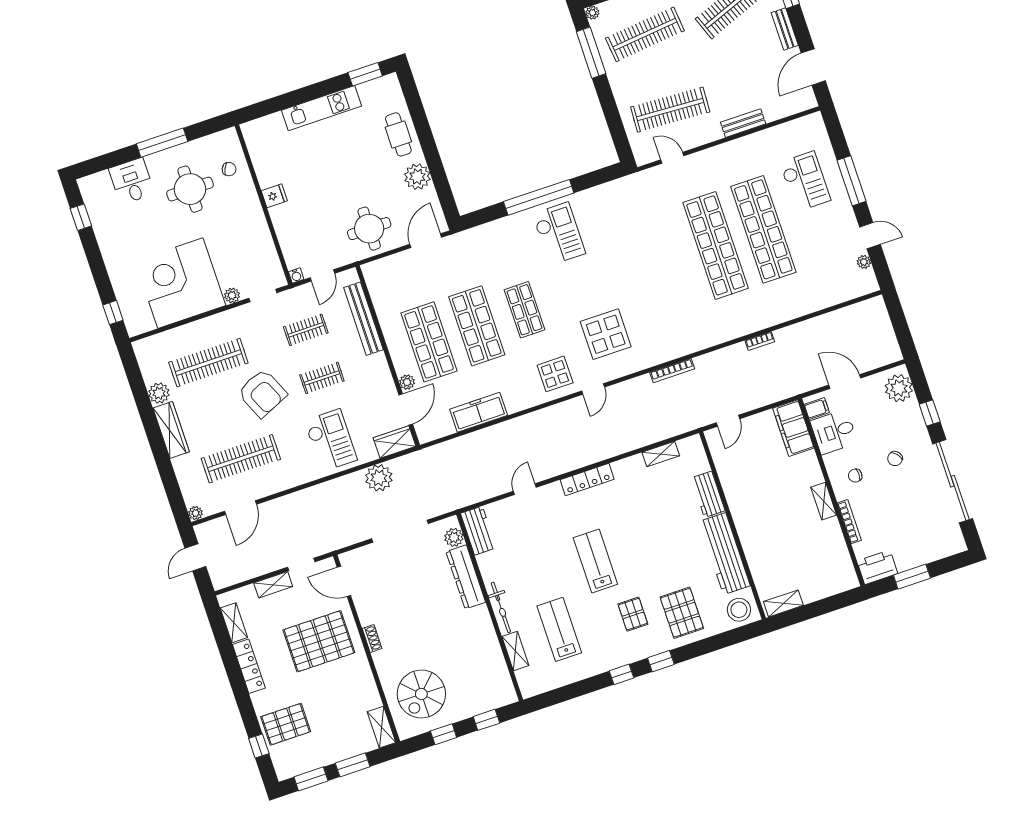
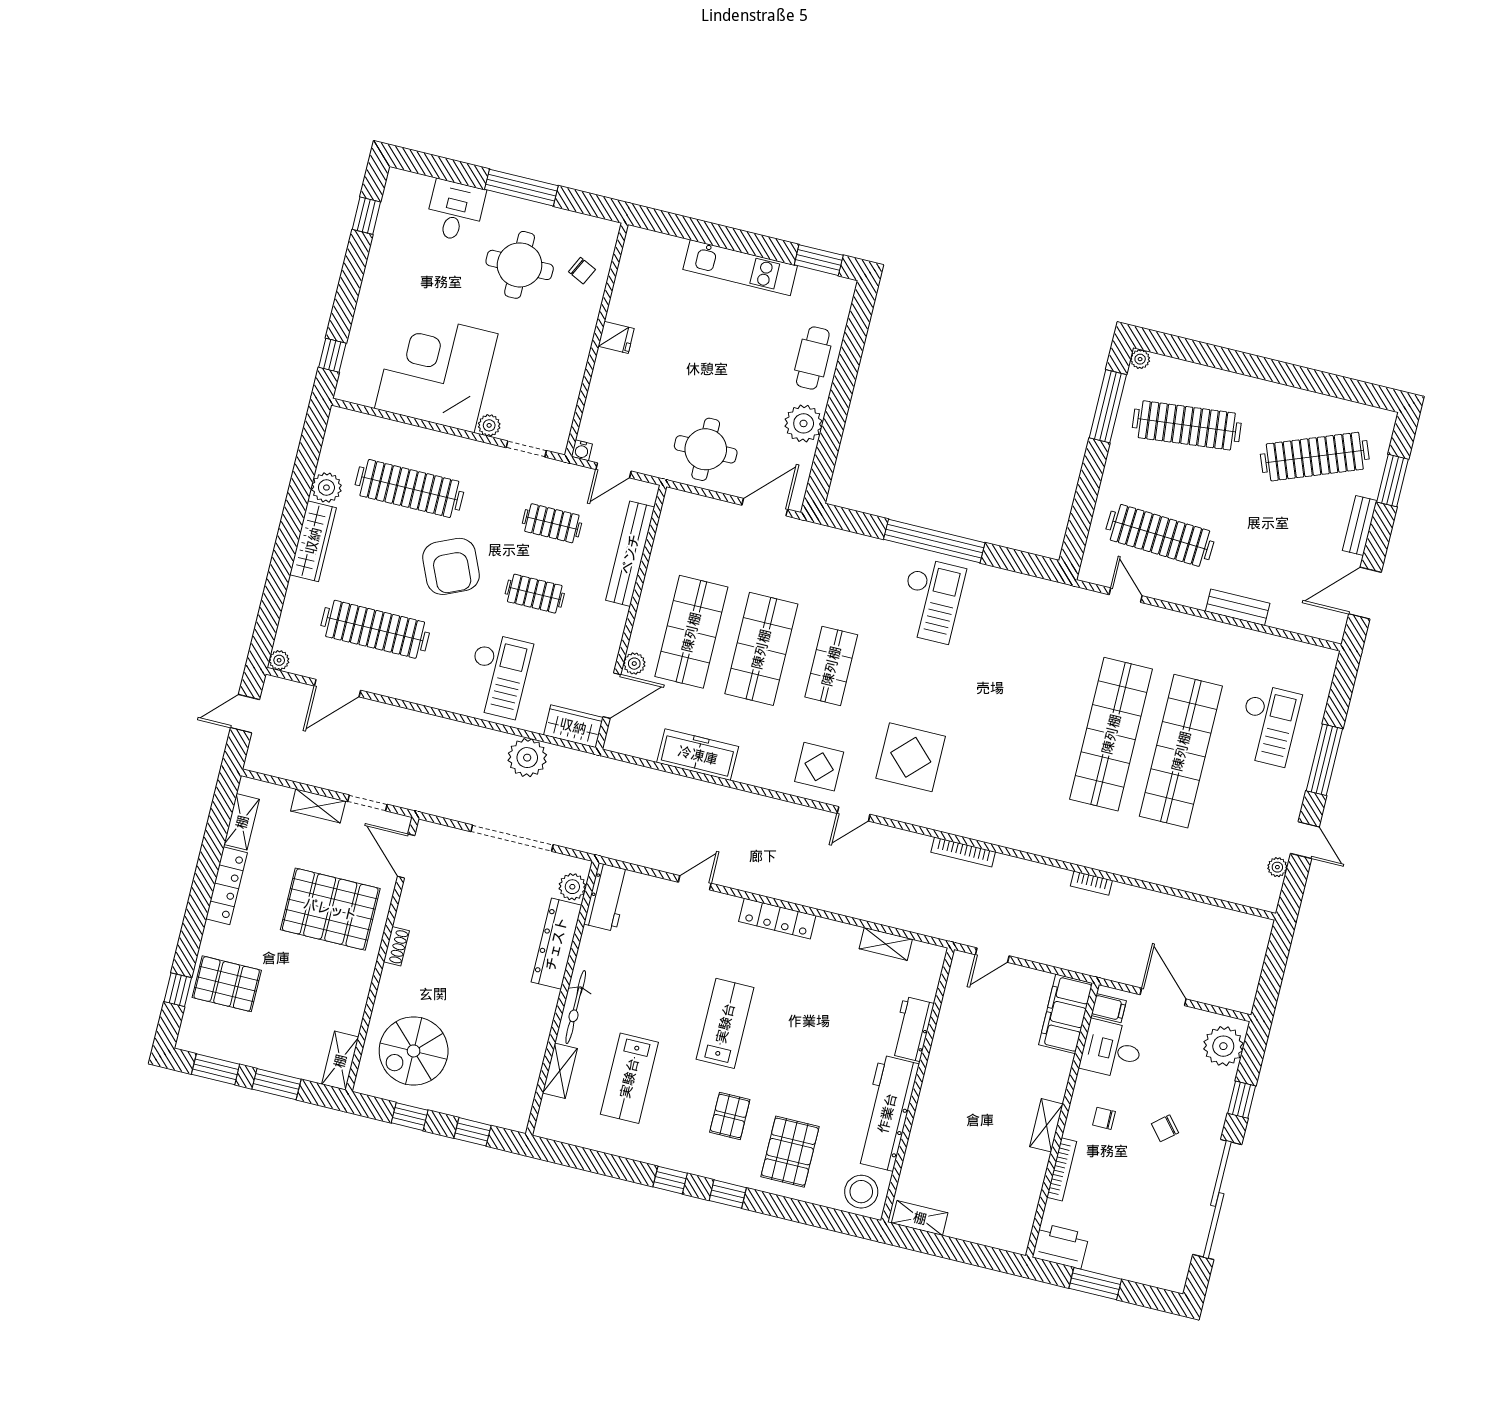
lab bench: (559, 629) -> (629, 1078), turned 180

